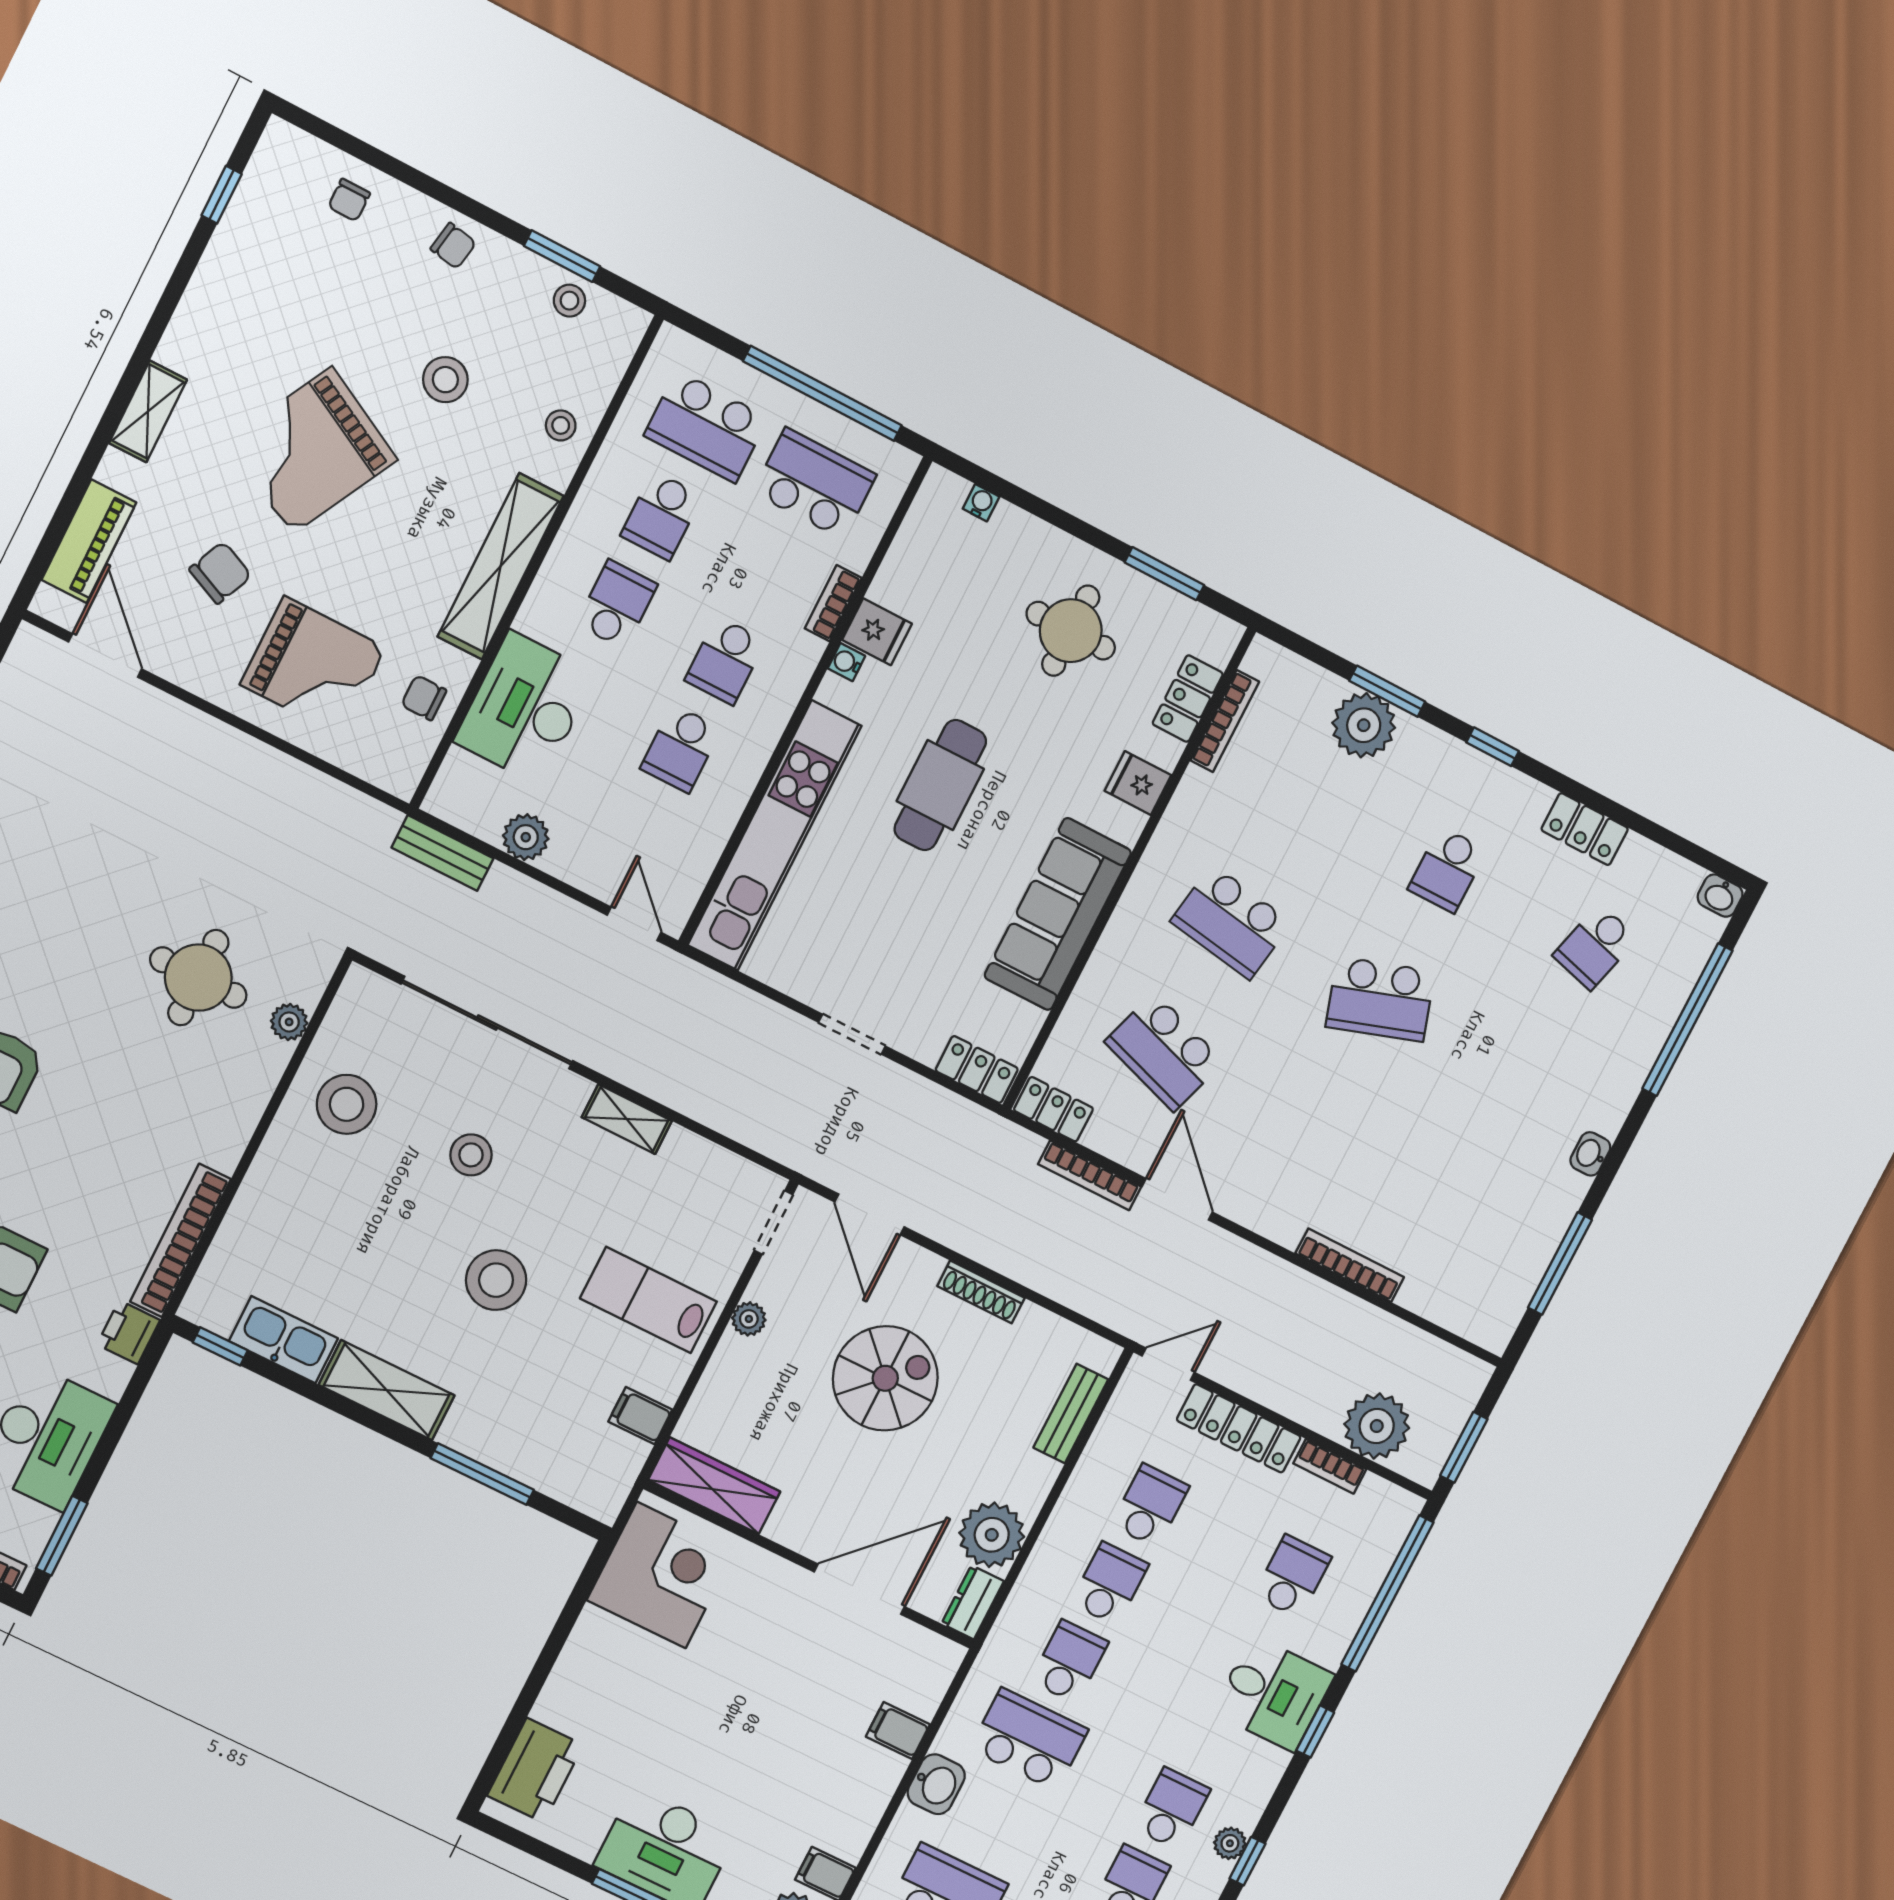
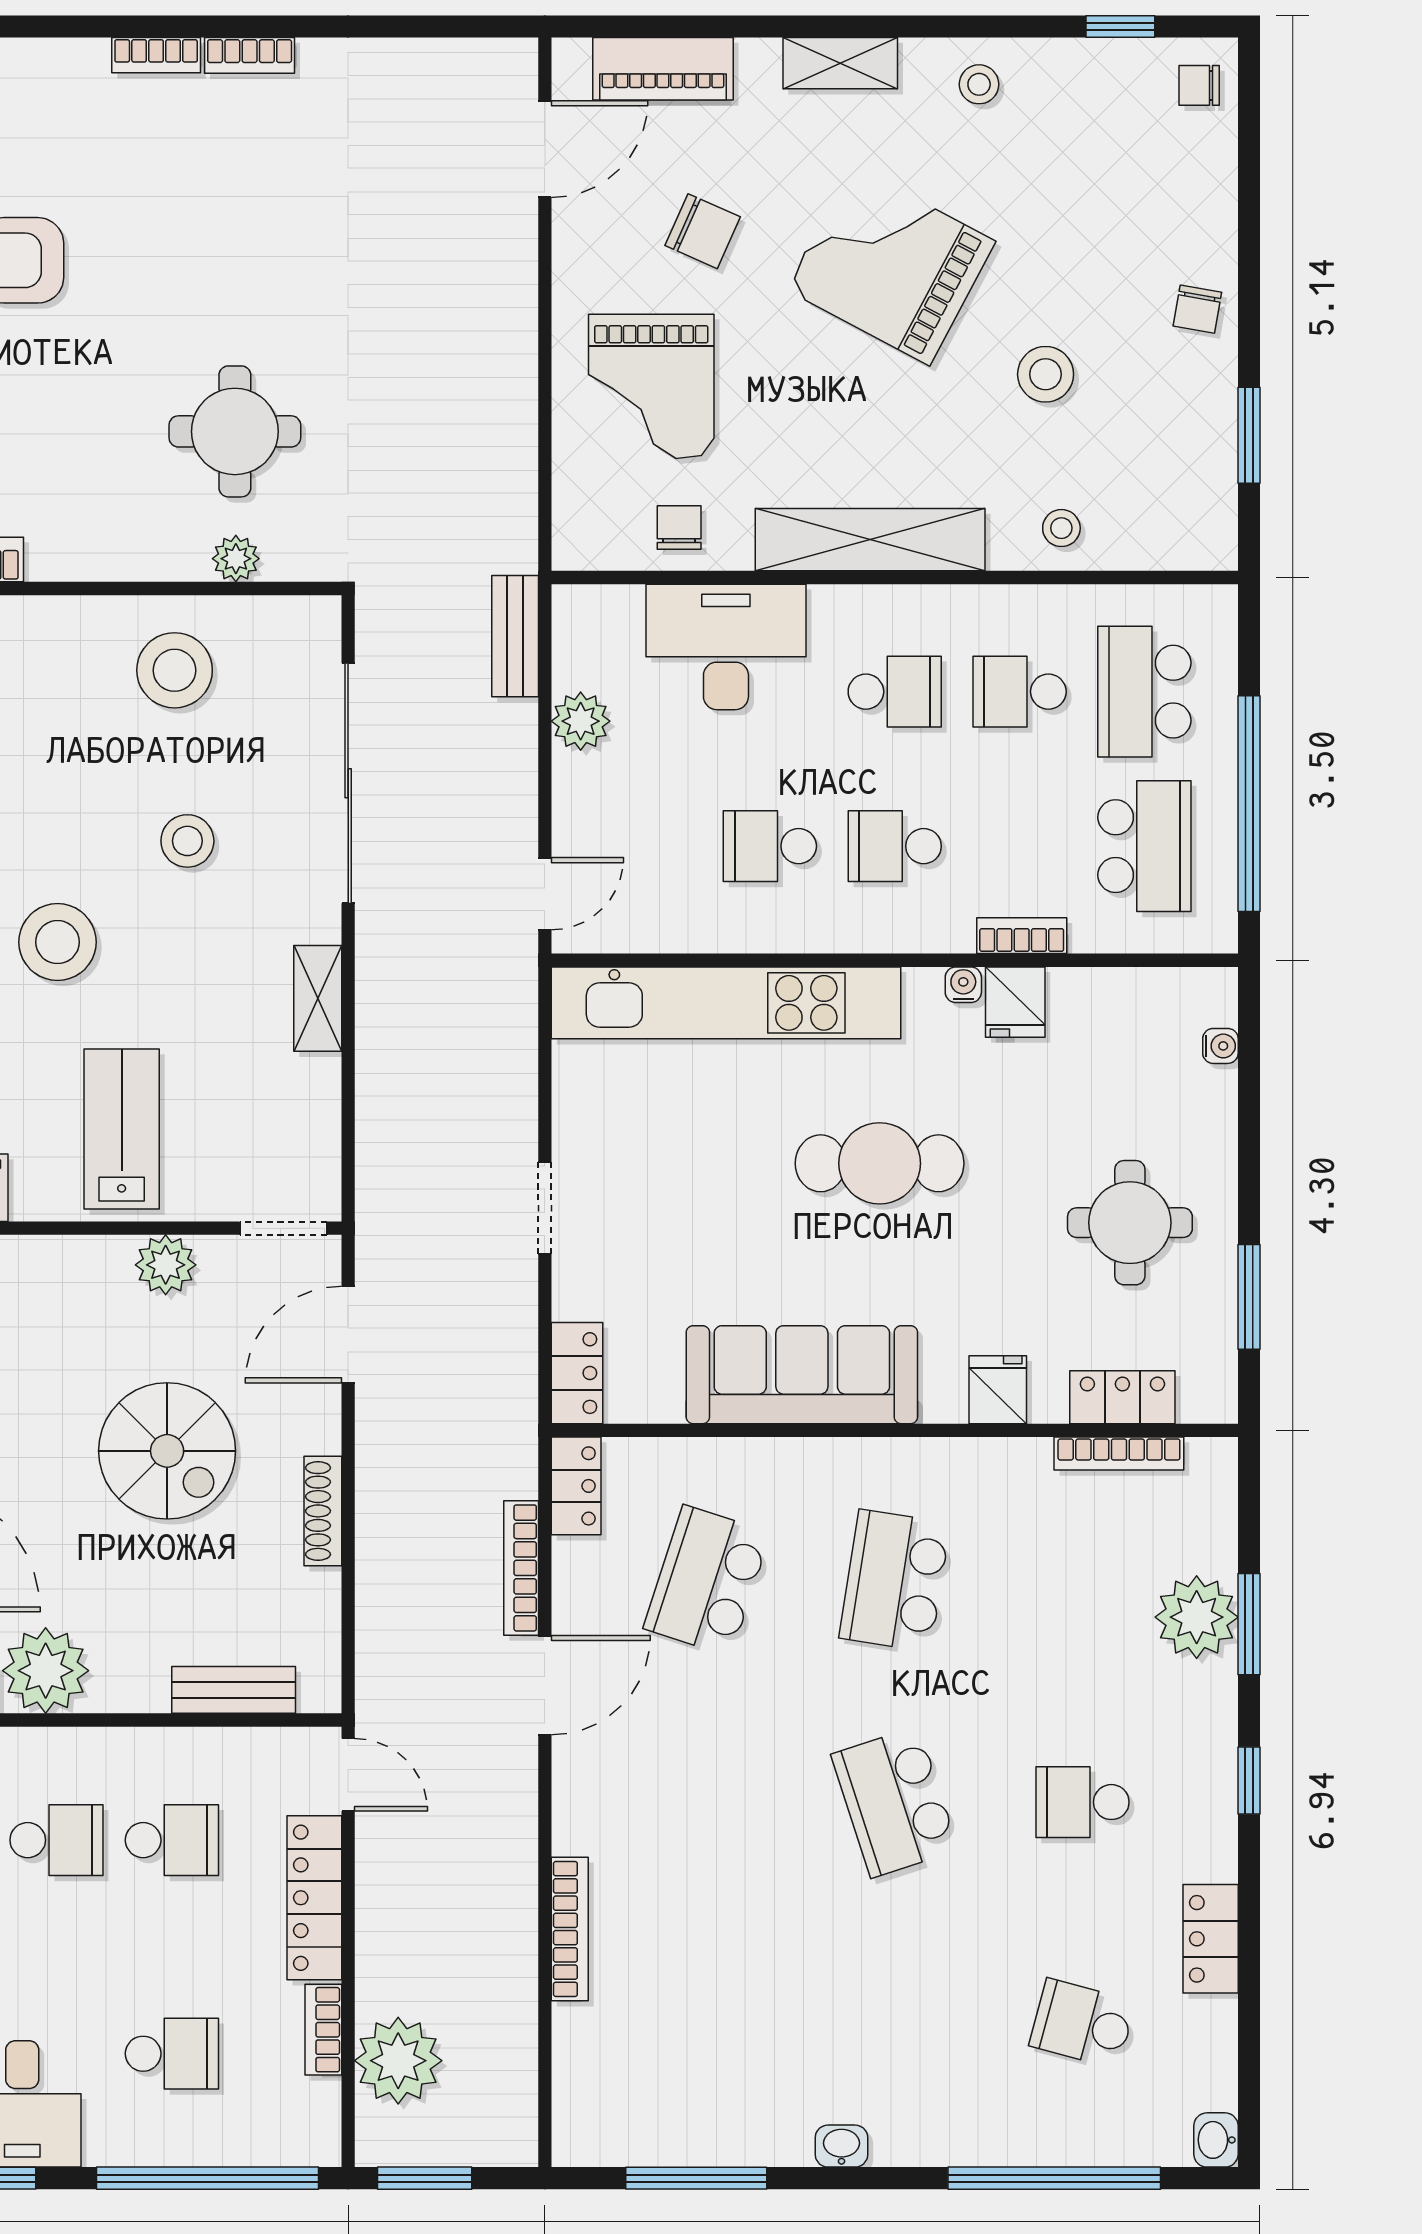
chair: (349, 200) -> (1199, 85), moved
stool: (569, 301) -> (979, 84), moved
plant: (749, 1319) -> (166, 1265), width x1.38, depth x1.38

